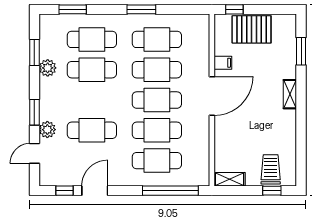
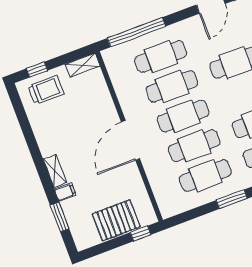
filing cabinet: (223, 63) -> (65, 192), moved, turned 180
trolley: (271, 169) -> (46, 90), turned -90

